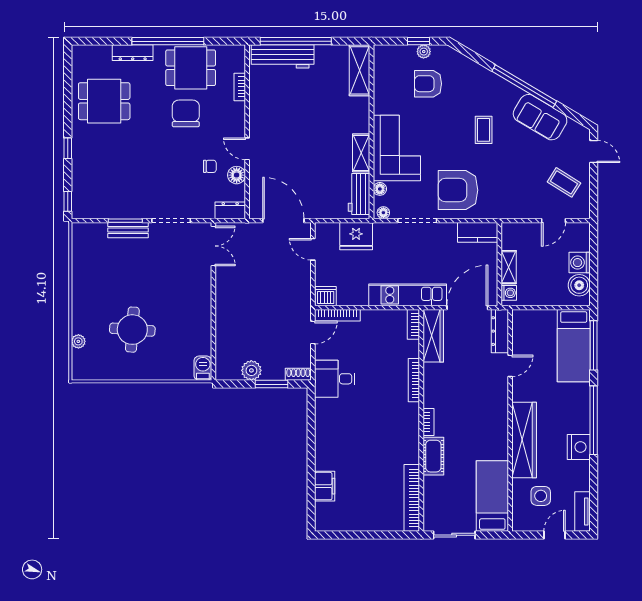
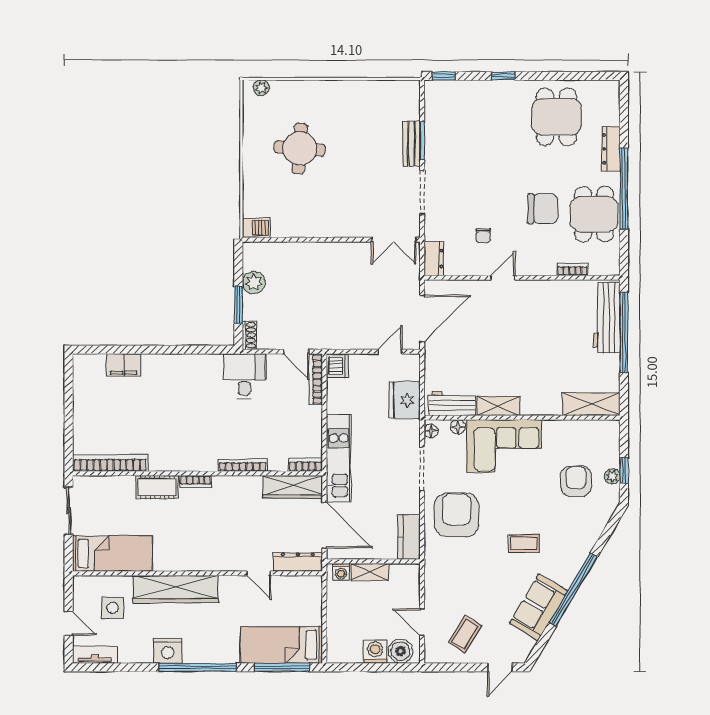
floor lamp: (237, 175) -> (473, 266), removed
boiler: (579, 285) -> (400, 651), moved
plant: (78, 341) -> (261, 88), moved

